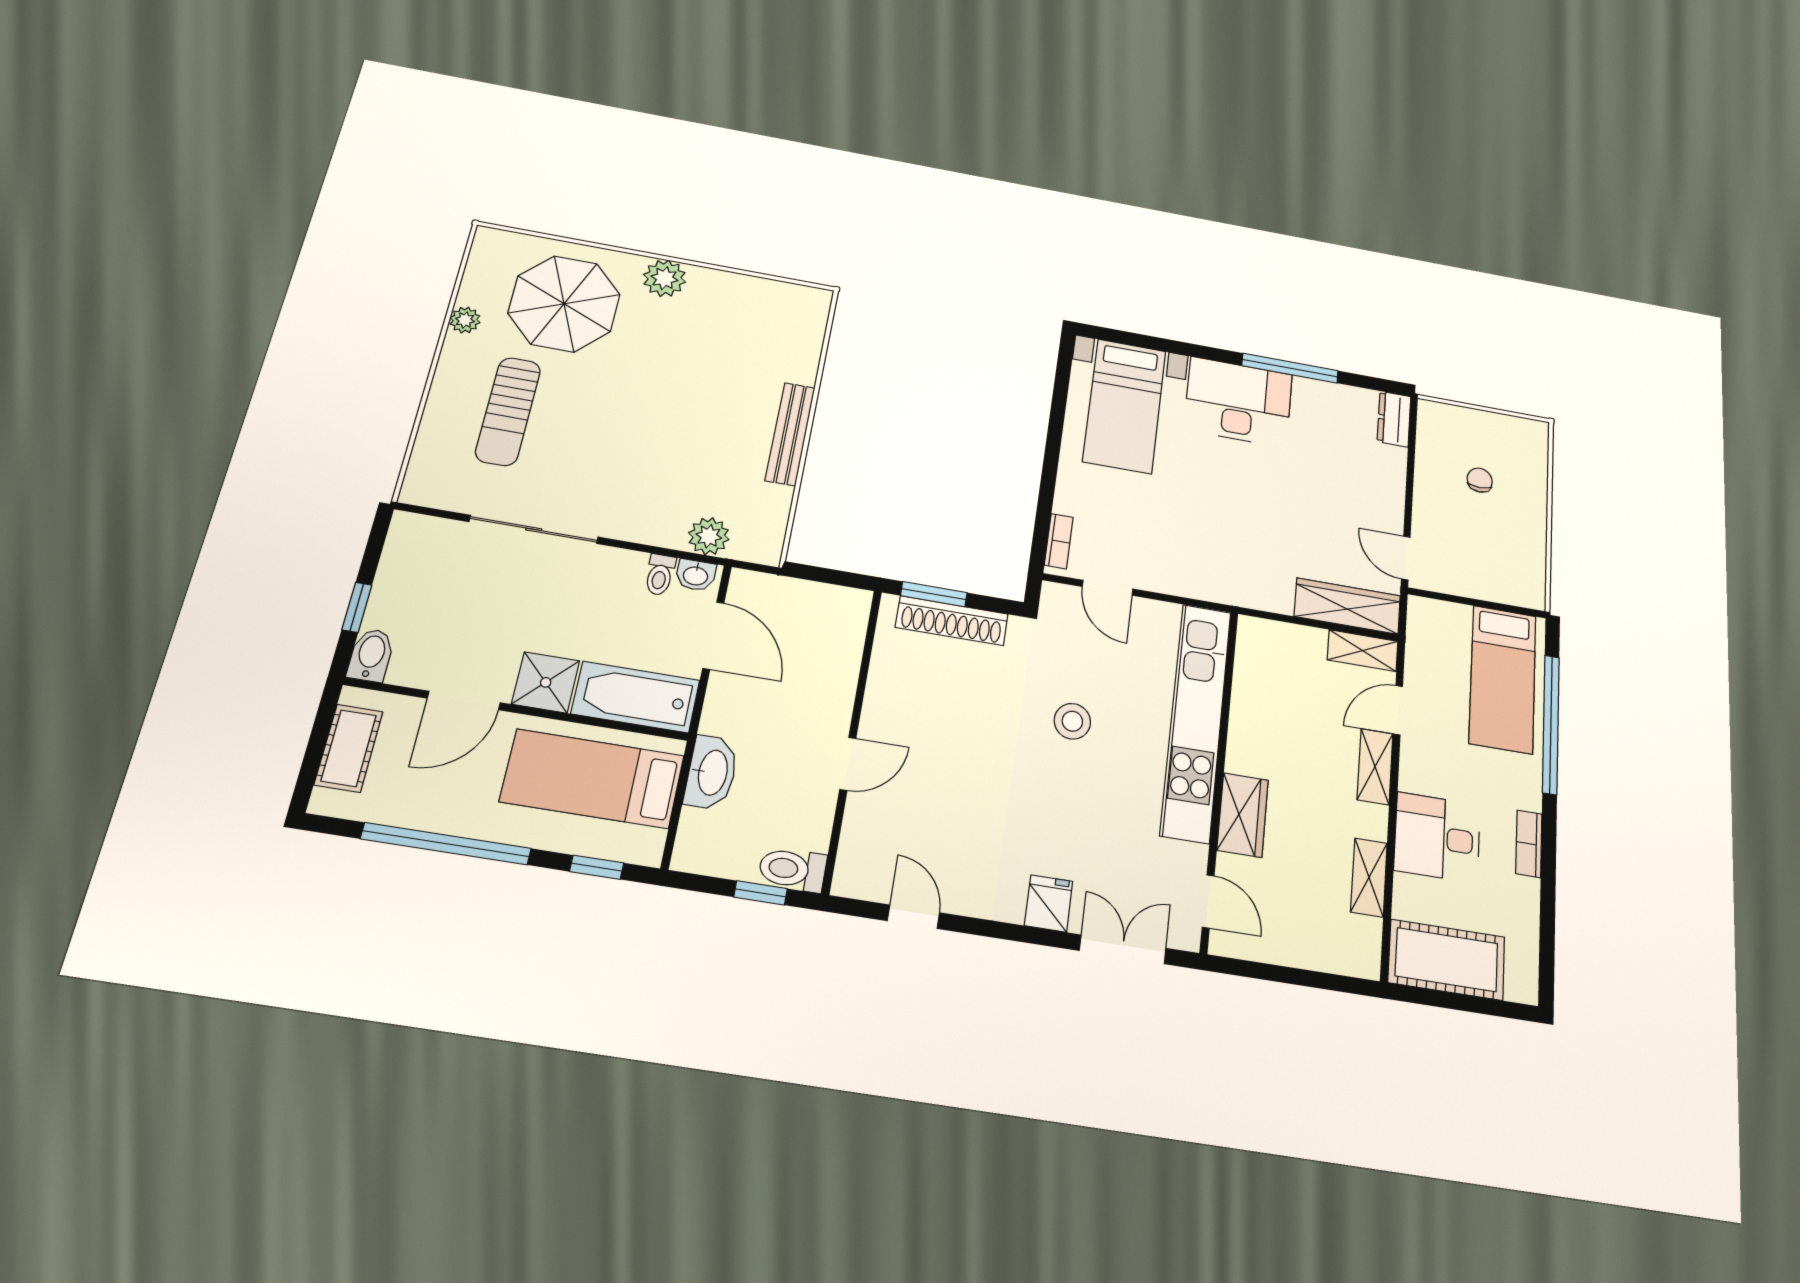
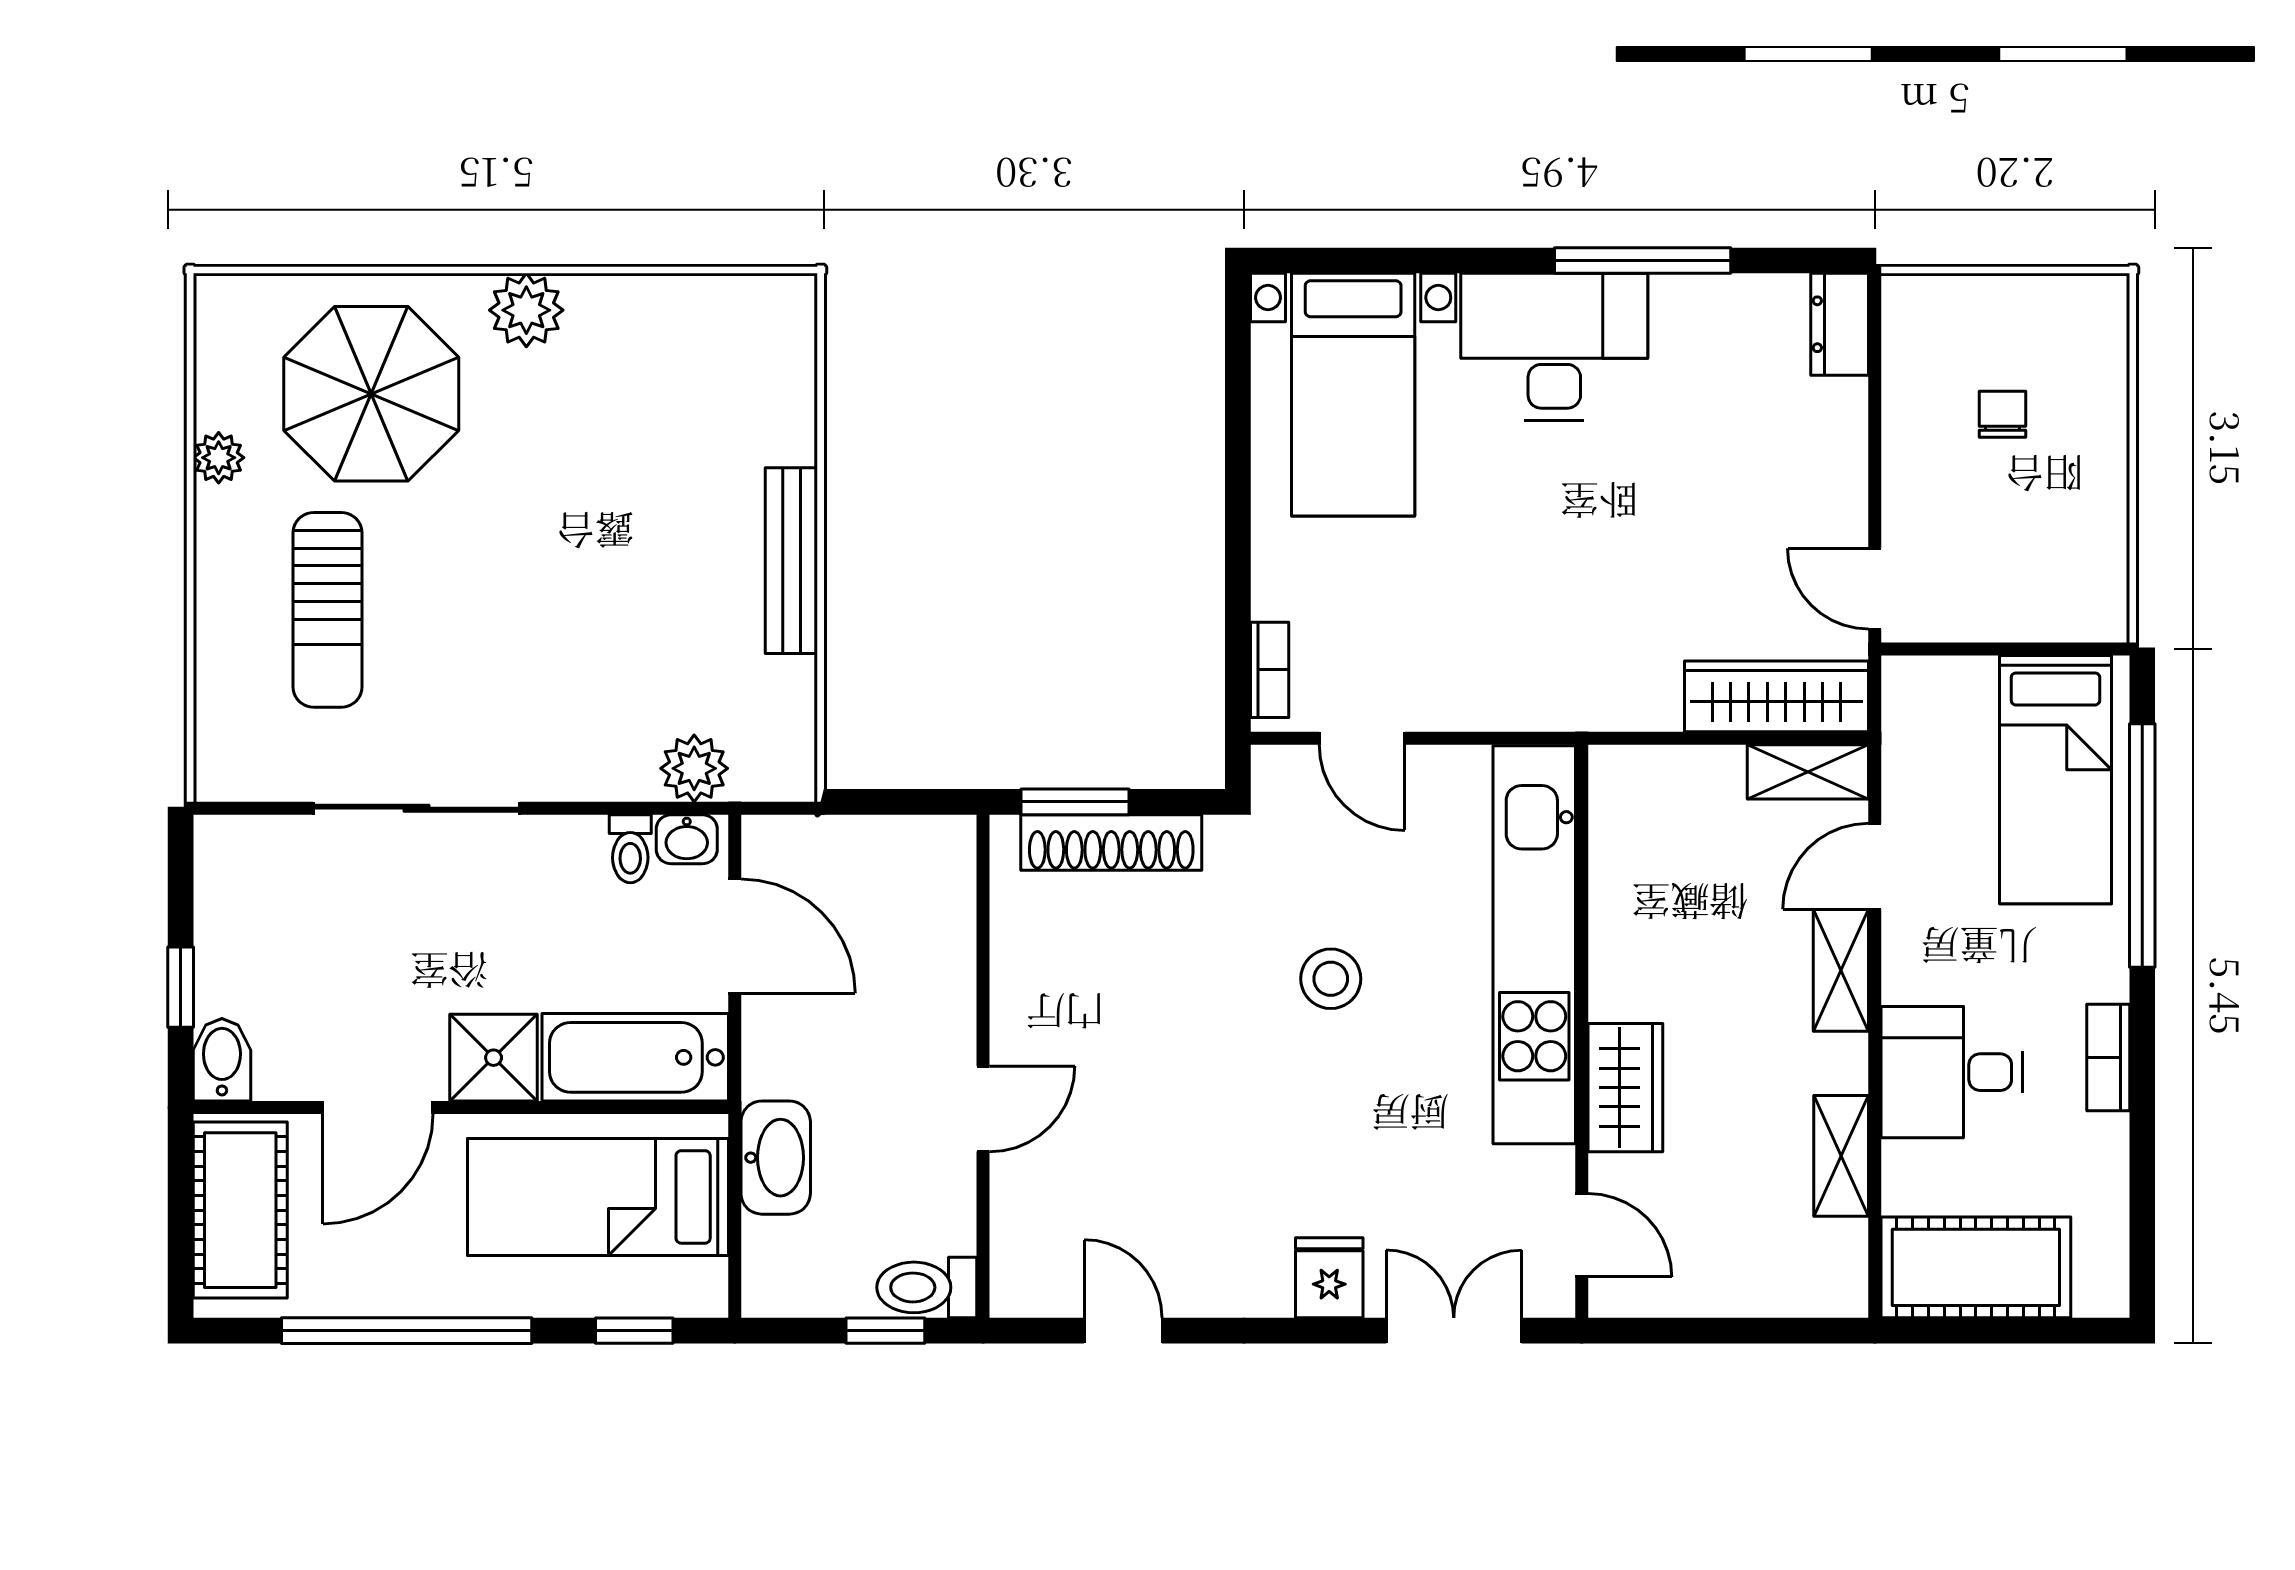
cot: (349, 748) -> (240, 1210), width x1.37, depth x1.34

